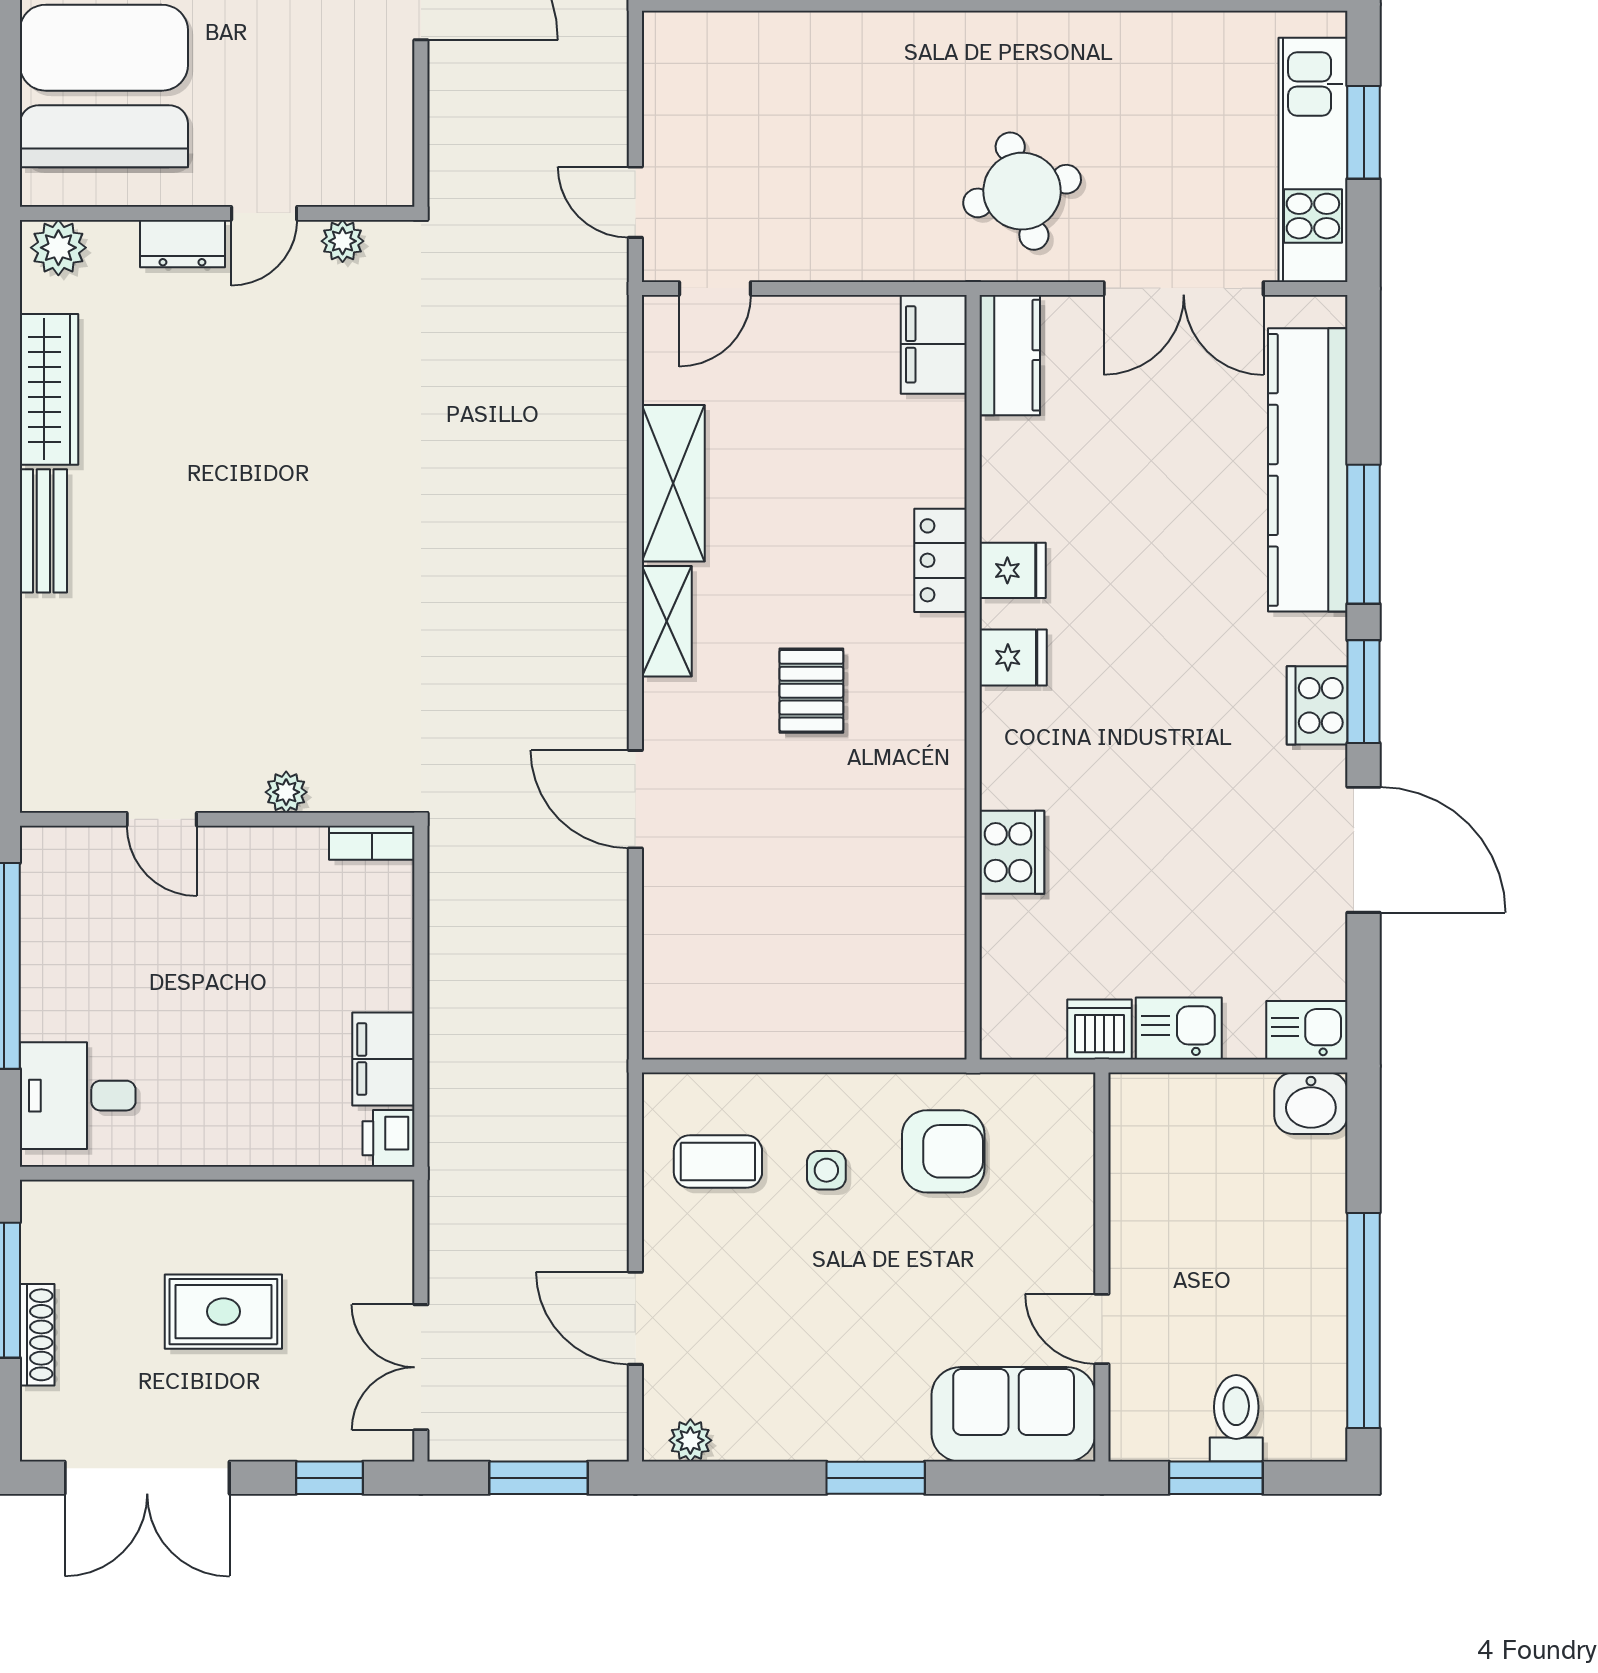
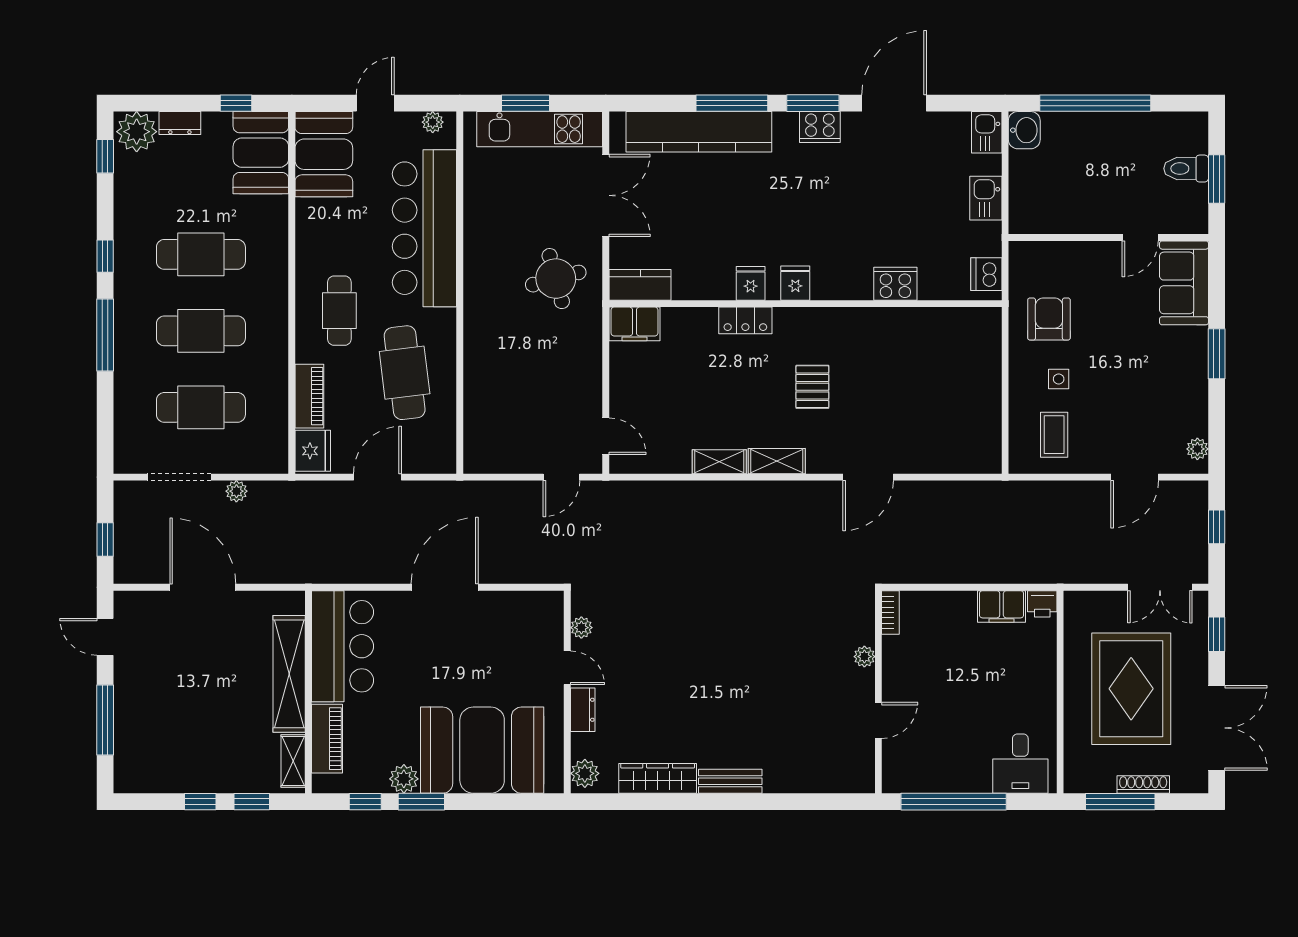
shelving: (673, 483) -> (719, 462), width x0.67, depth x0.75
pallet: (811, 691) -> (812, 387), turned 90
dishwasher: (1100, 1029) -> (986, 274), moved
rug: (223, 1312) -> (1131, 689), width x1.86, depth x2.06
window: (1364, 1320) -> (1095, 103), moved
window: (539, 1478) -> (1217, 527), width x0.67

